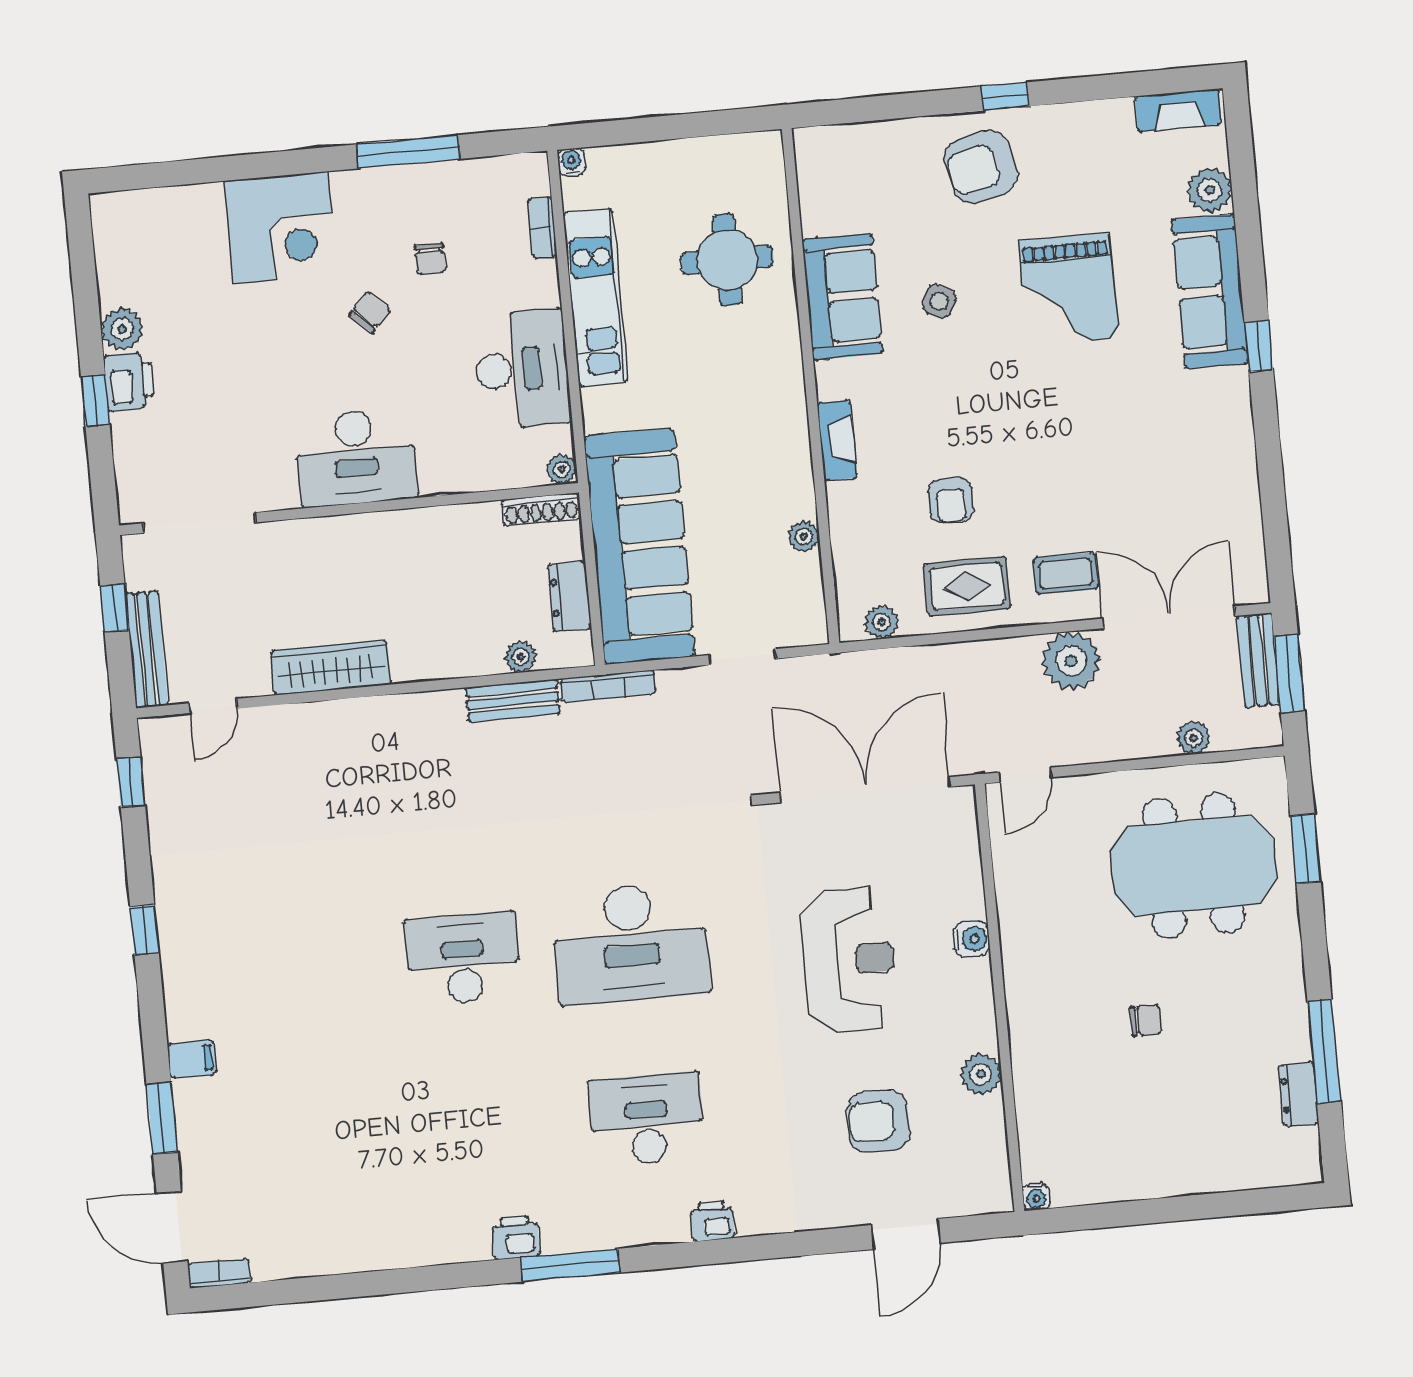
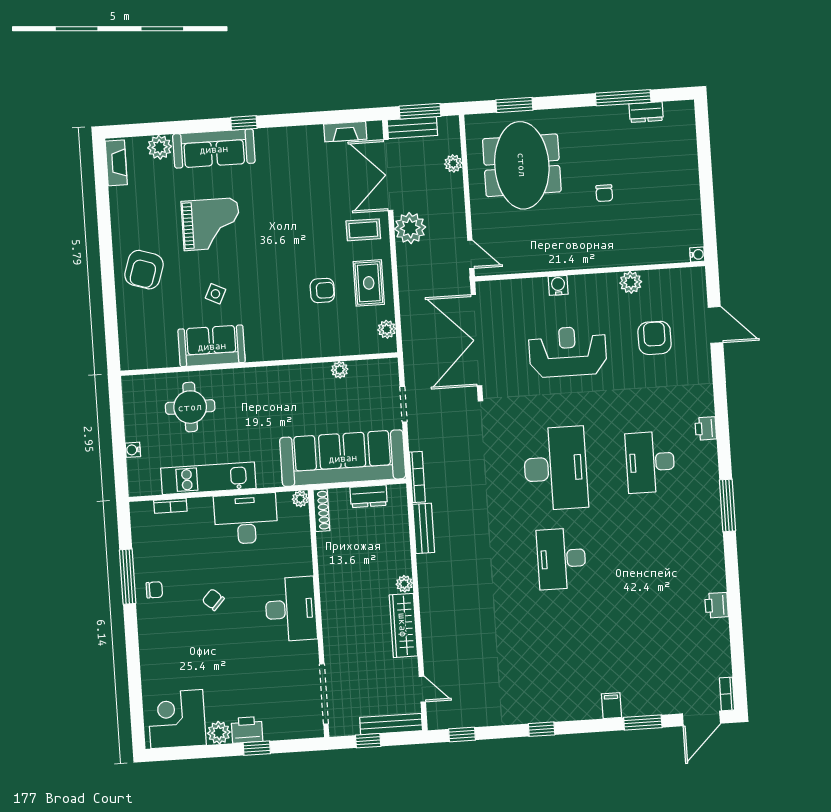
window: (1005, 96) -> (106, 256), removed
water cooler: (572, 162) -> (133, 450), moved
armchair: (981, 167) -> (144, 270), turned 31
corner desk: (281, 228) -> (177, 719), moved, turned -90
chair: (430, 259) -> (154, 590), moved
fireplace: (837, 440) -> (345, 132), moved, turned 180
coffee table: (1066, 574) -> (363, 230), turned 90
plant: (521, 657) -> (404, 584), moved
chair: (1146, 1020) -> (604, 193), turned 180
armchair: (879, 1121) -> (655, 338), turned 180
printer: (516, 1237) -> (716, 605), moved

